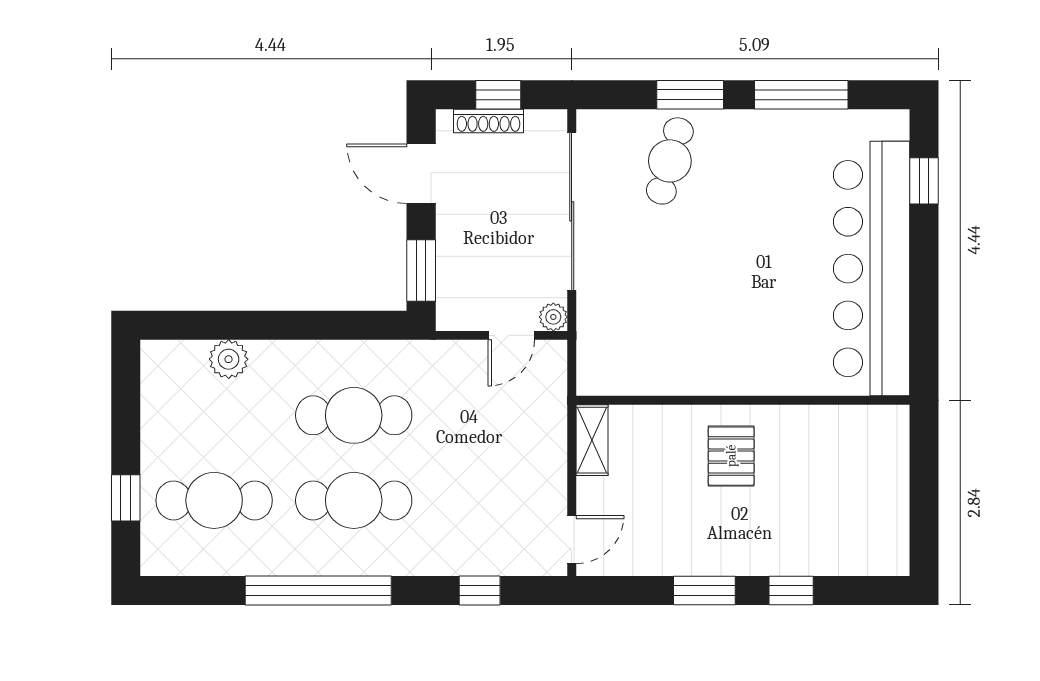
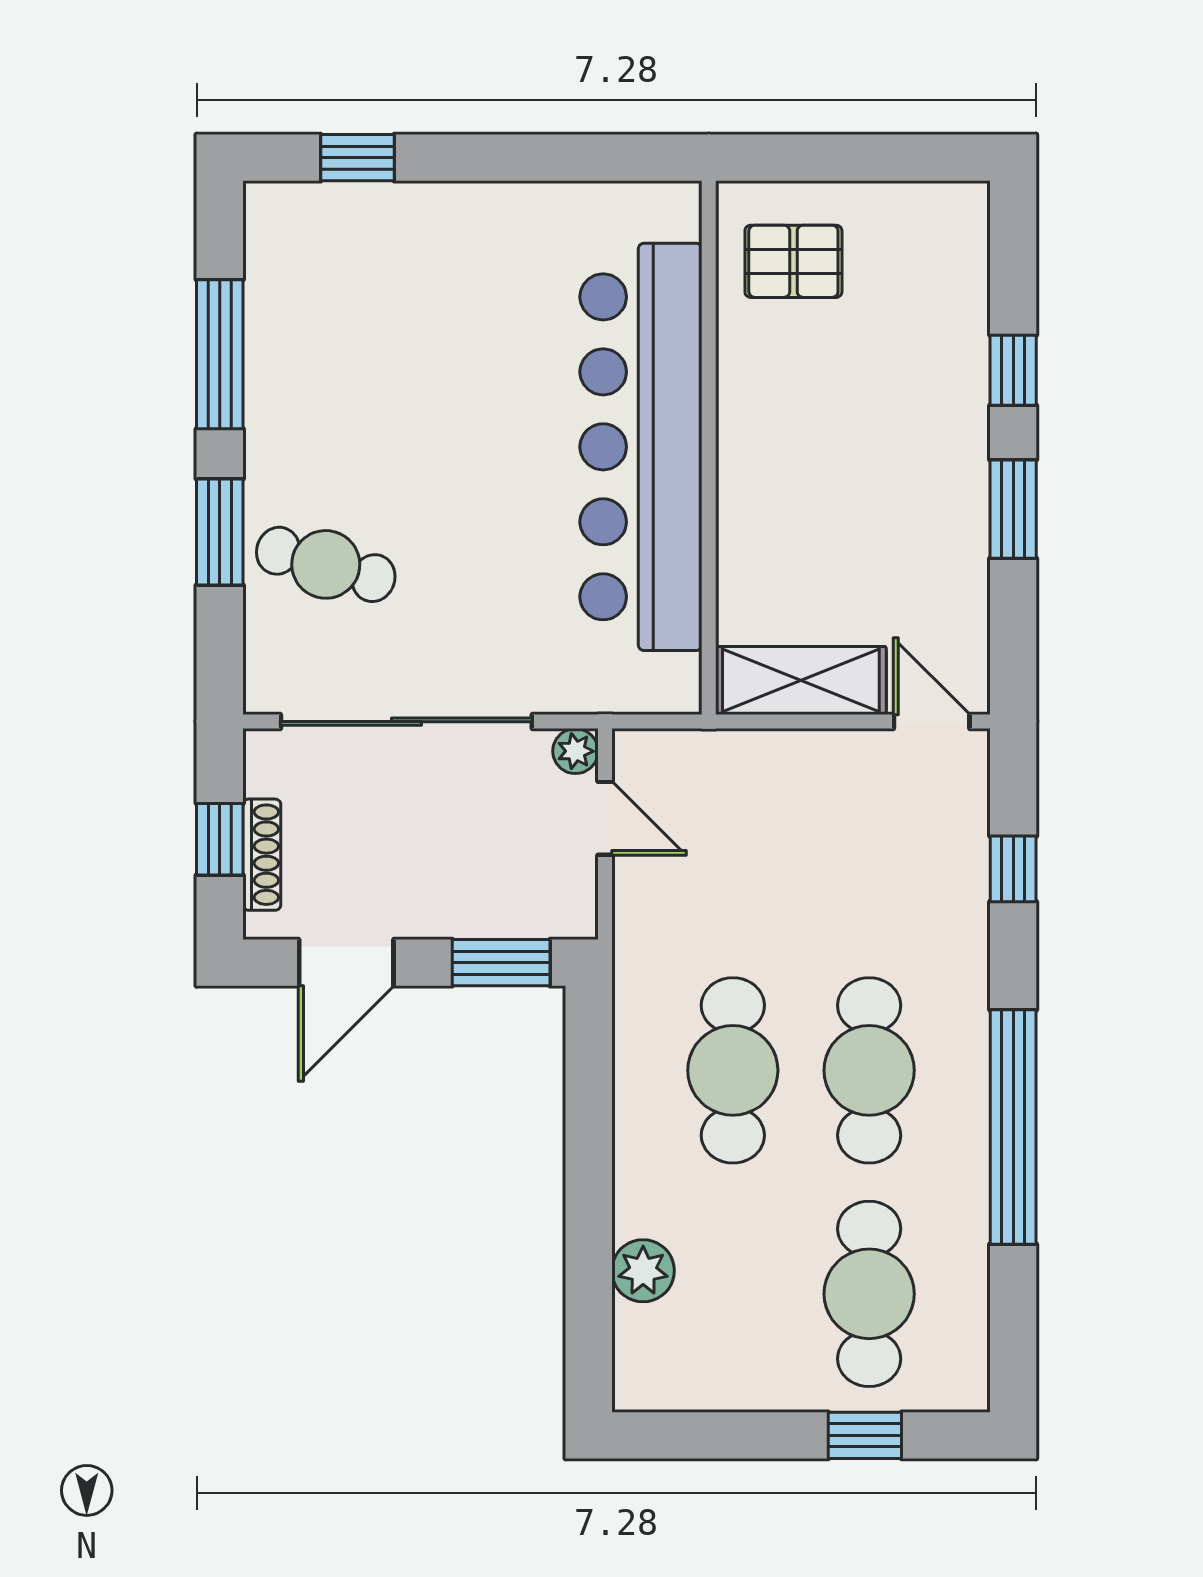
bar counter: (872, 269) -> (641, 447), moved, turned 90
shelving: (592, 440) -> (801, 681), width x1.50, depth x1.33
pallet: (731, 456) -> (793, 261), moved

